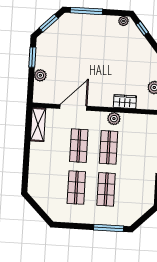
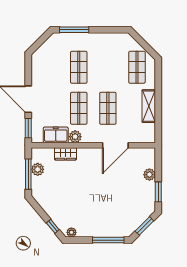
freezer: (134, 122) -> (56, 135), added
shelving: (38, 124) -> (149, 106), moved
shop shelf: (76, 188) -> (137, 67), moved

